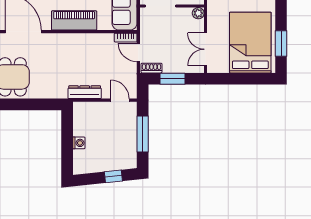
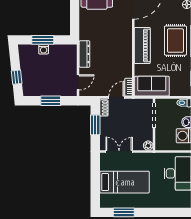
bed: (250, 43) -> (125, 182), width x0.67
window: (143, 134) -> (51, 101), width x0.69
window: (67, 144) -> (43, 40), added

